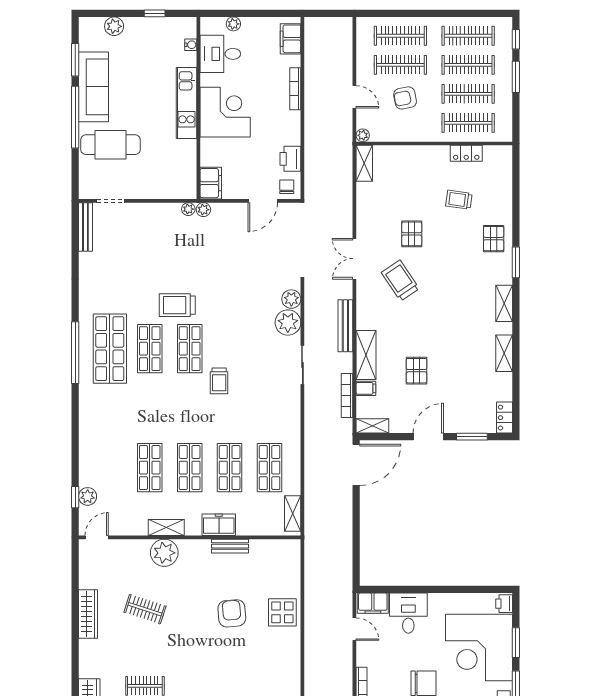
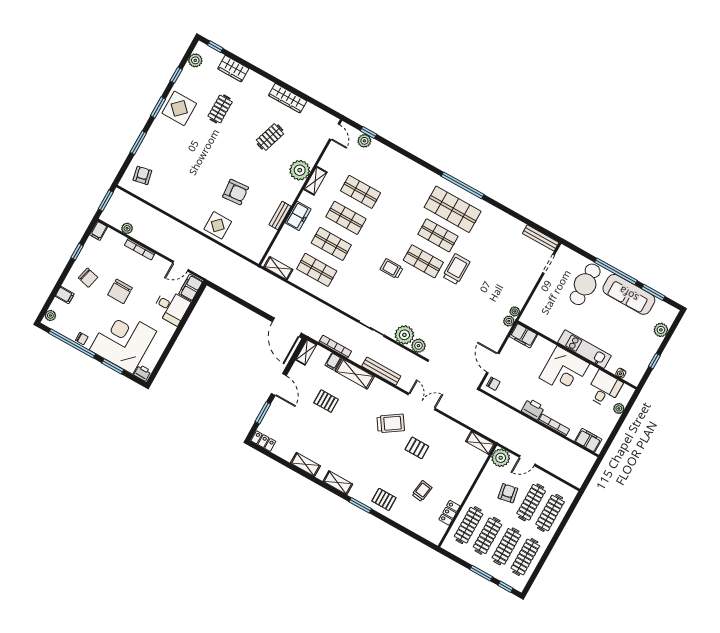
plant: (363, 135) -> (501, 458), width x1.87, depth x1.87
printer: (290, 159) -> (533, 409), moved

